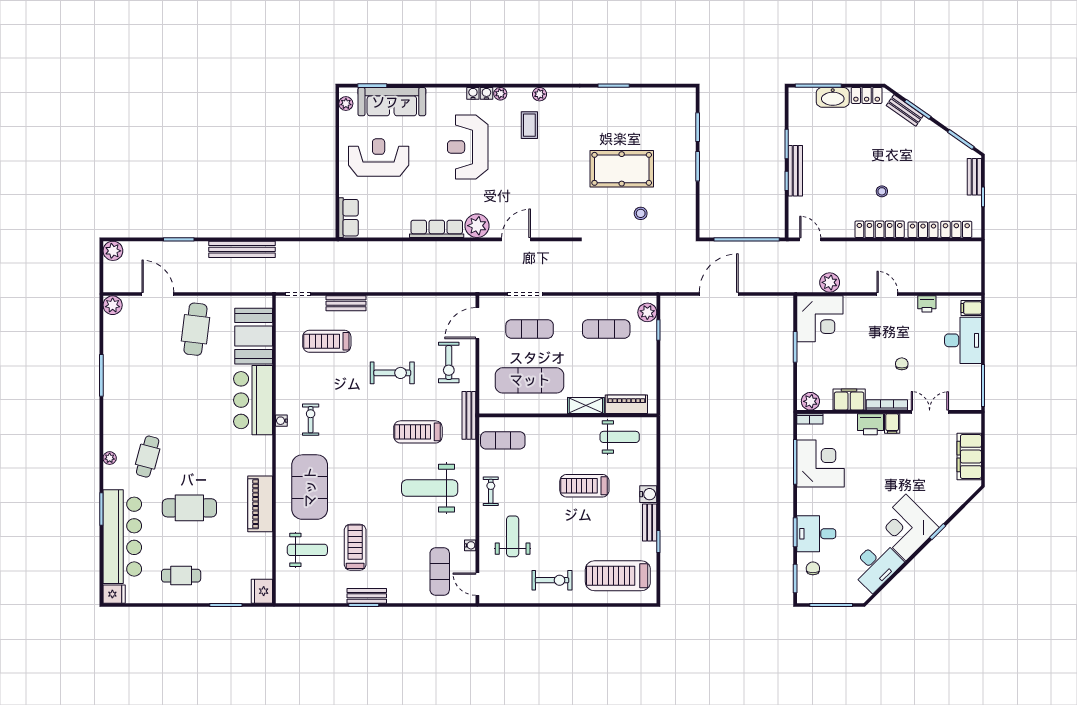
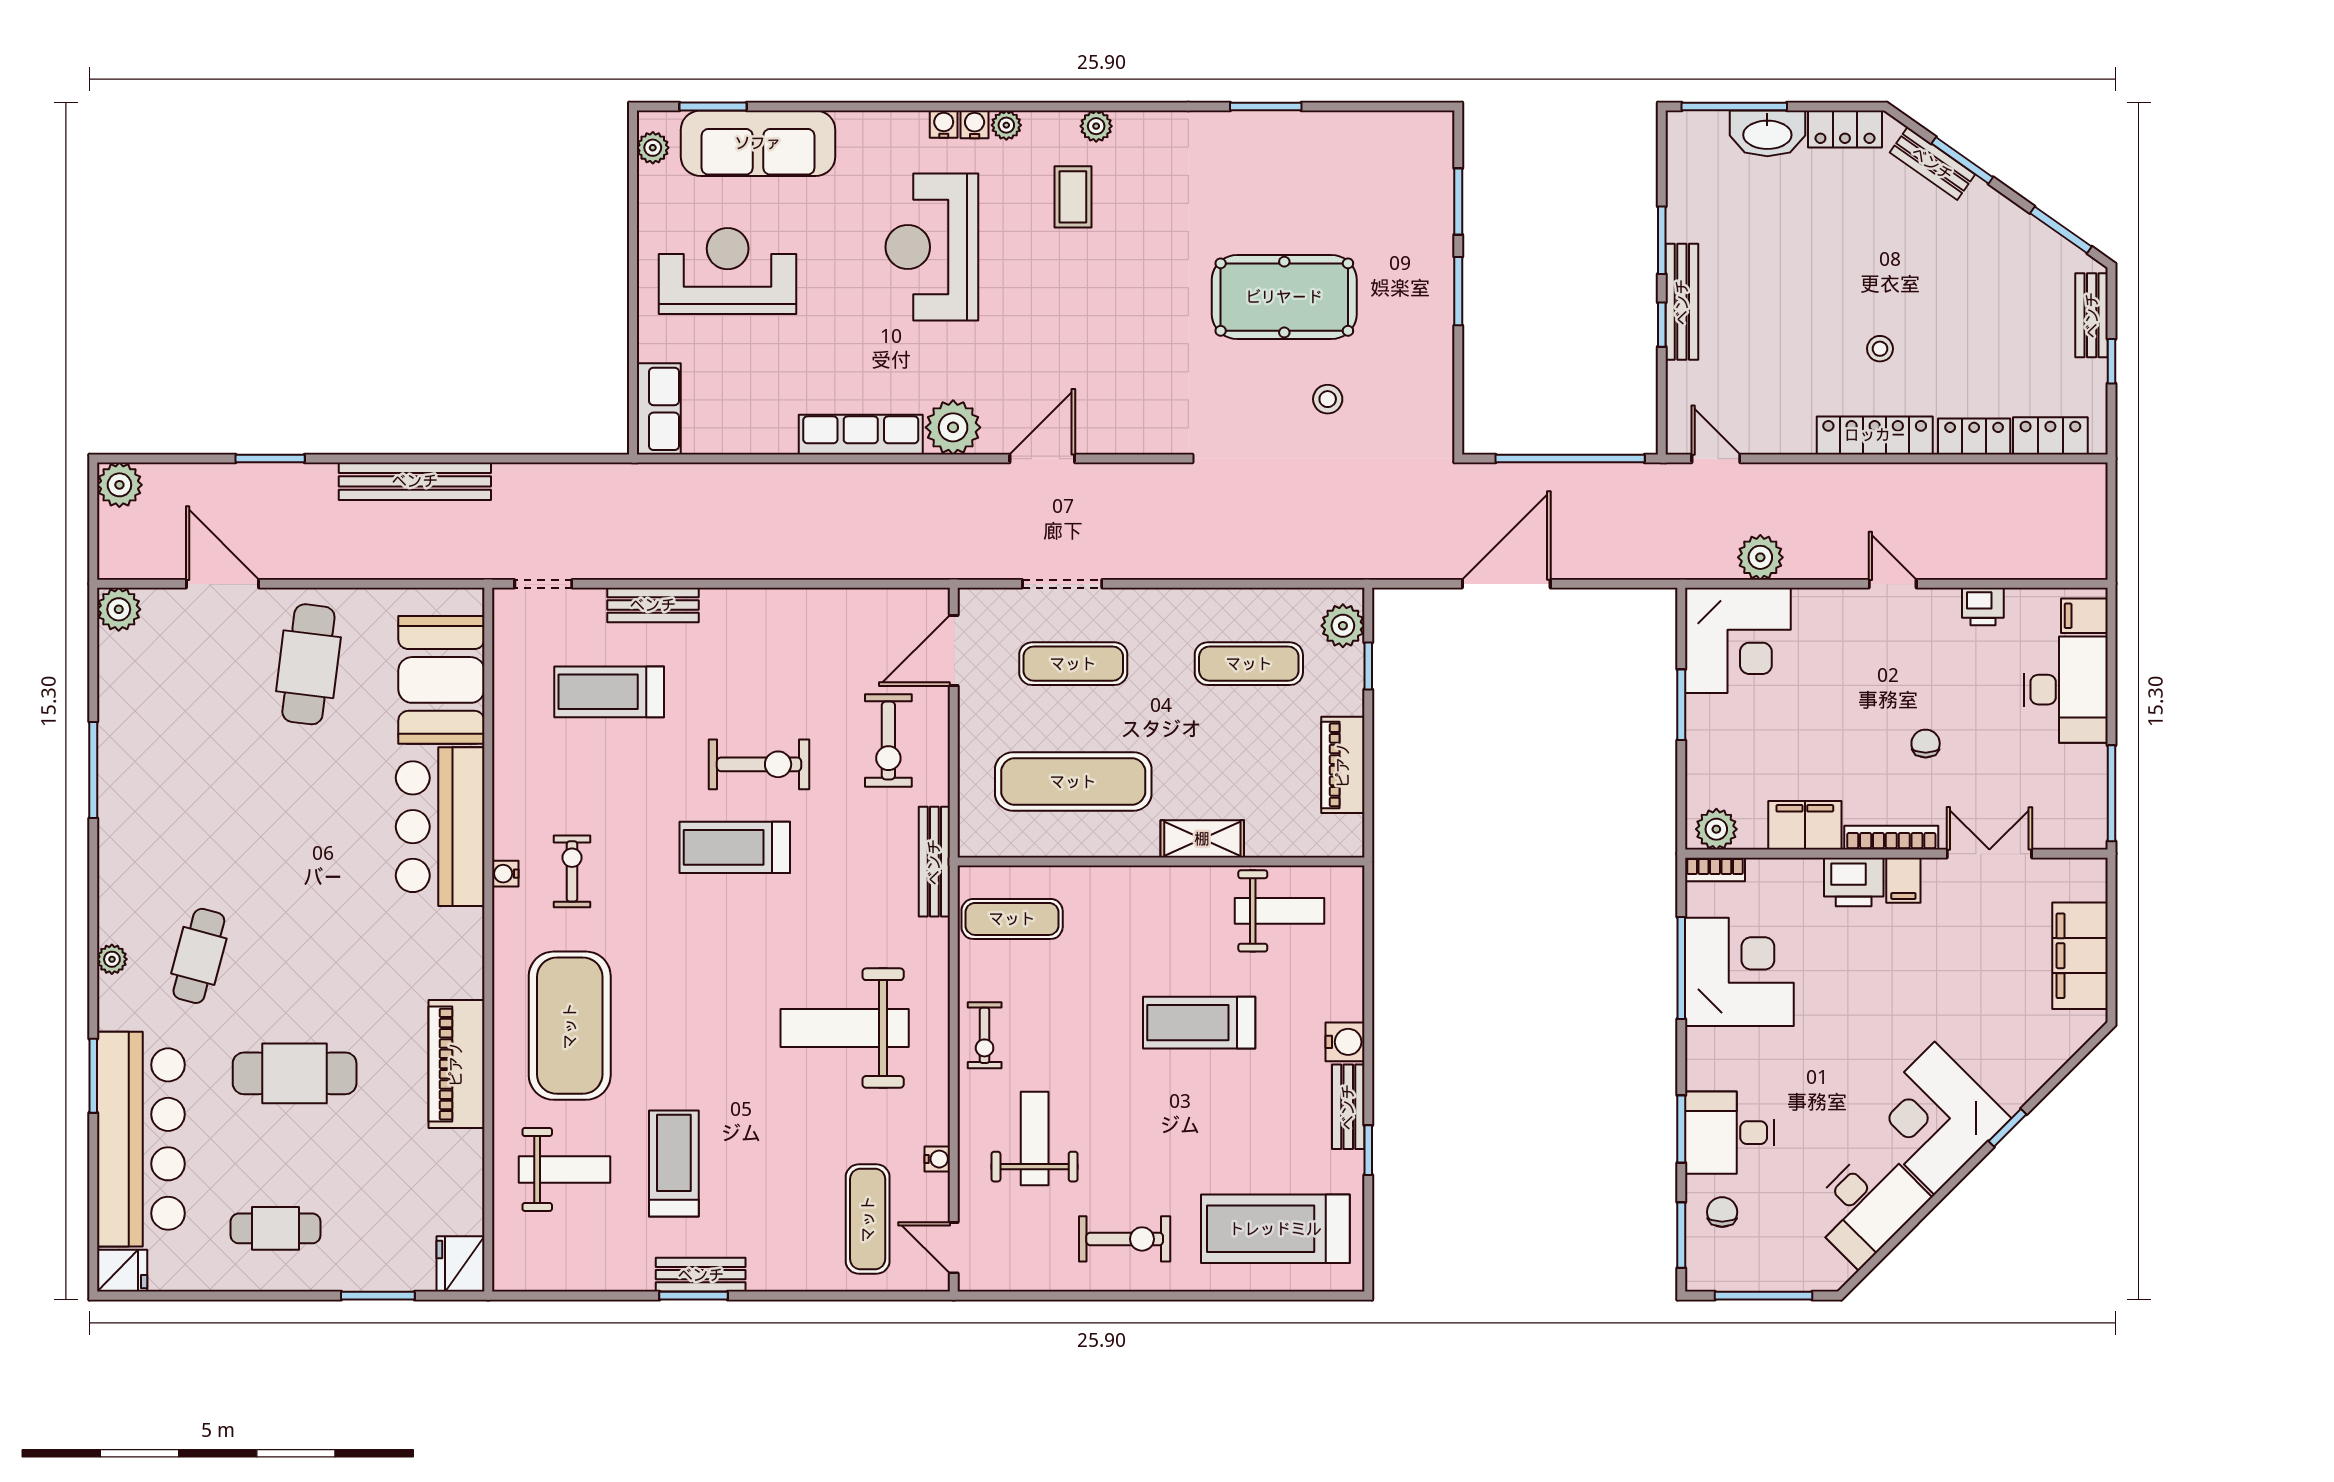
piano: (626, 404) -> (1343, 765), moved, turned -90
treadmill: (418, 432) -> (735, 847), moved
exercise bike: (491, 491) -> (985, 1035), turned 180

